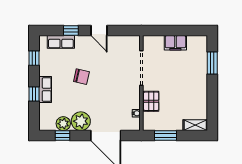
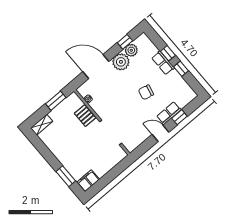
row of seats: (61, 42) -> (169, 113), moved
filing cabinet: (175, 43) -> (88, 181), moved
window: (34, 58) -> (181, 69), moved

